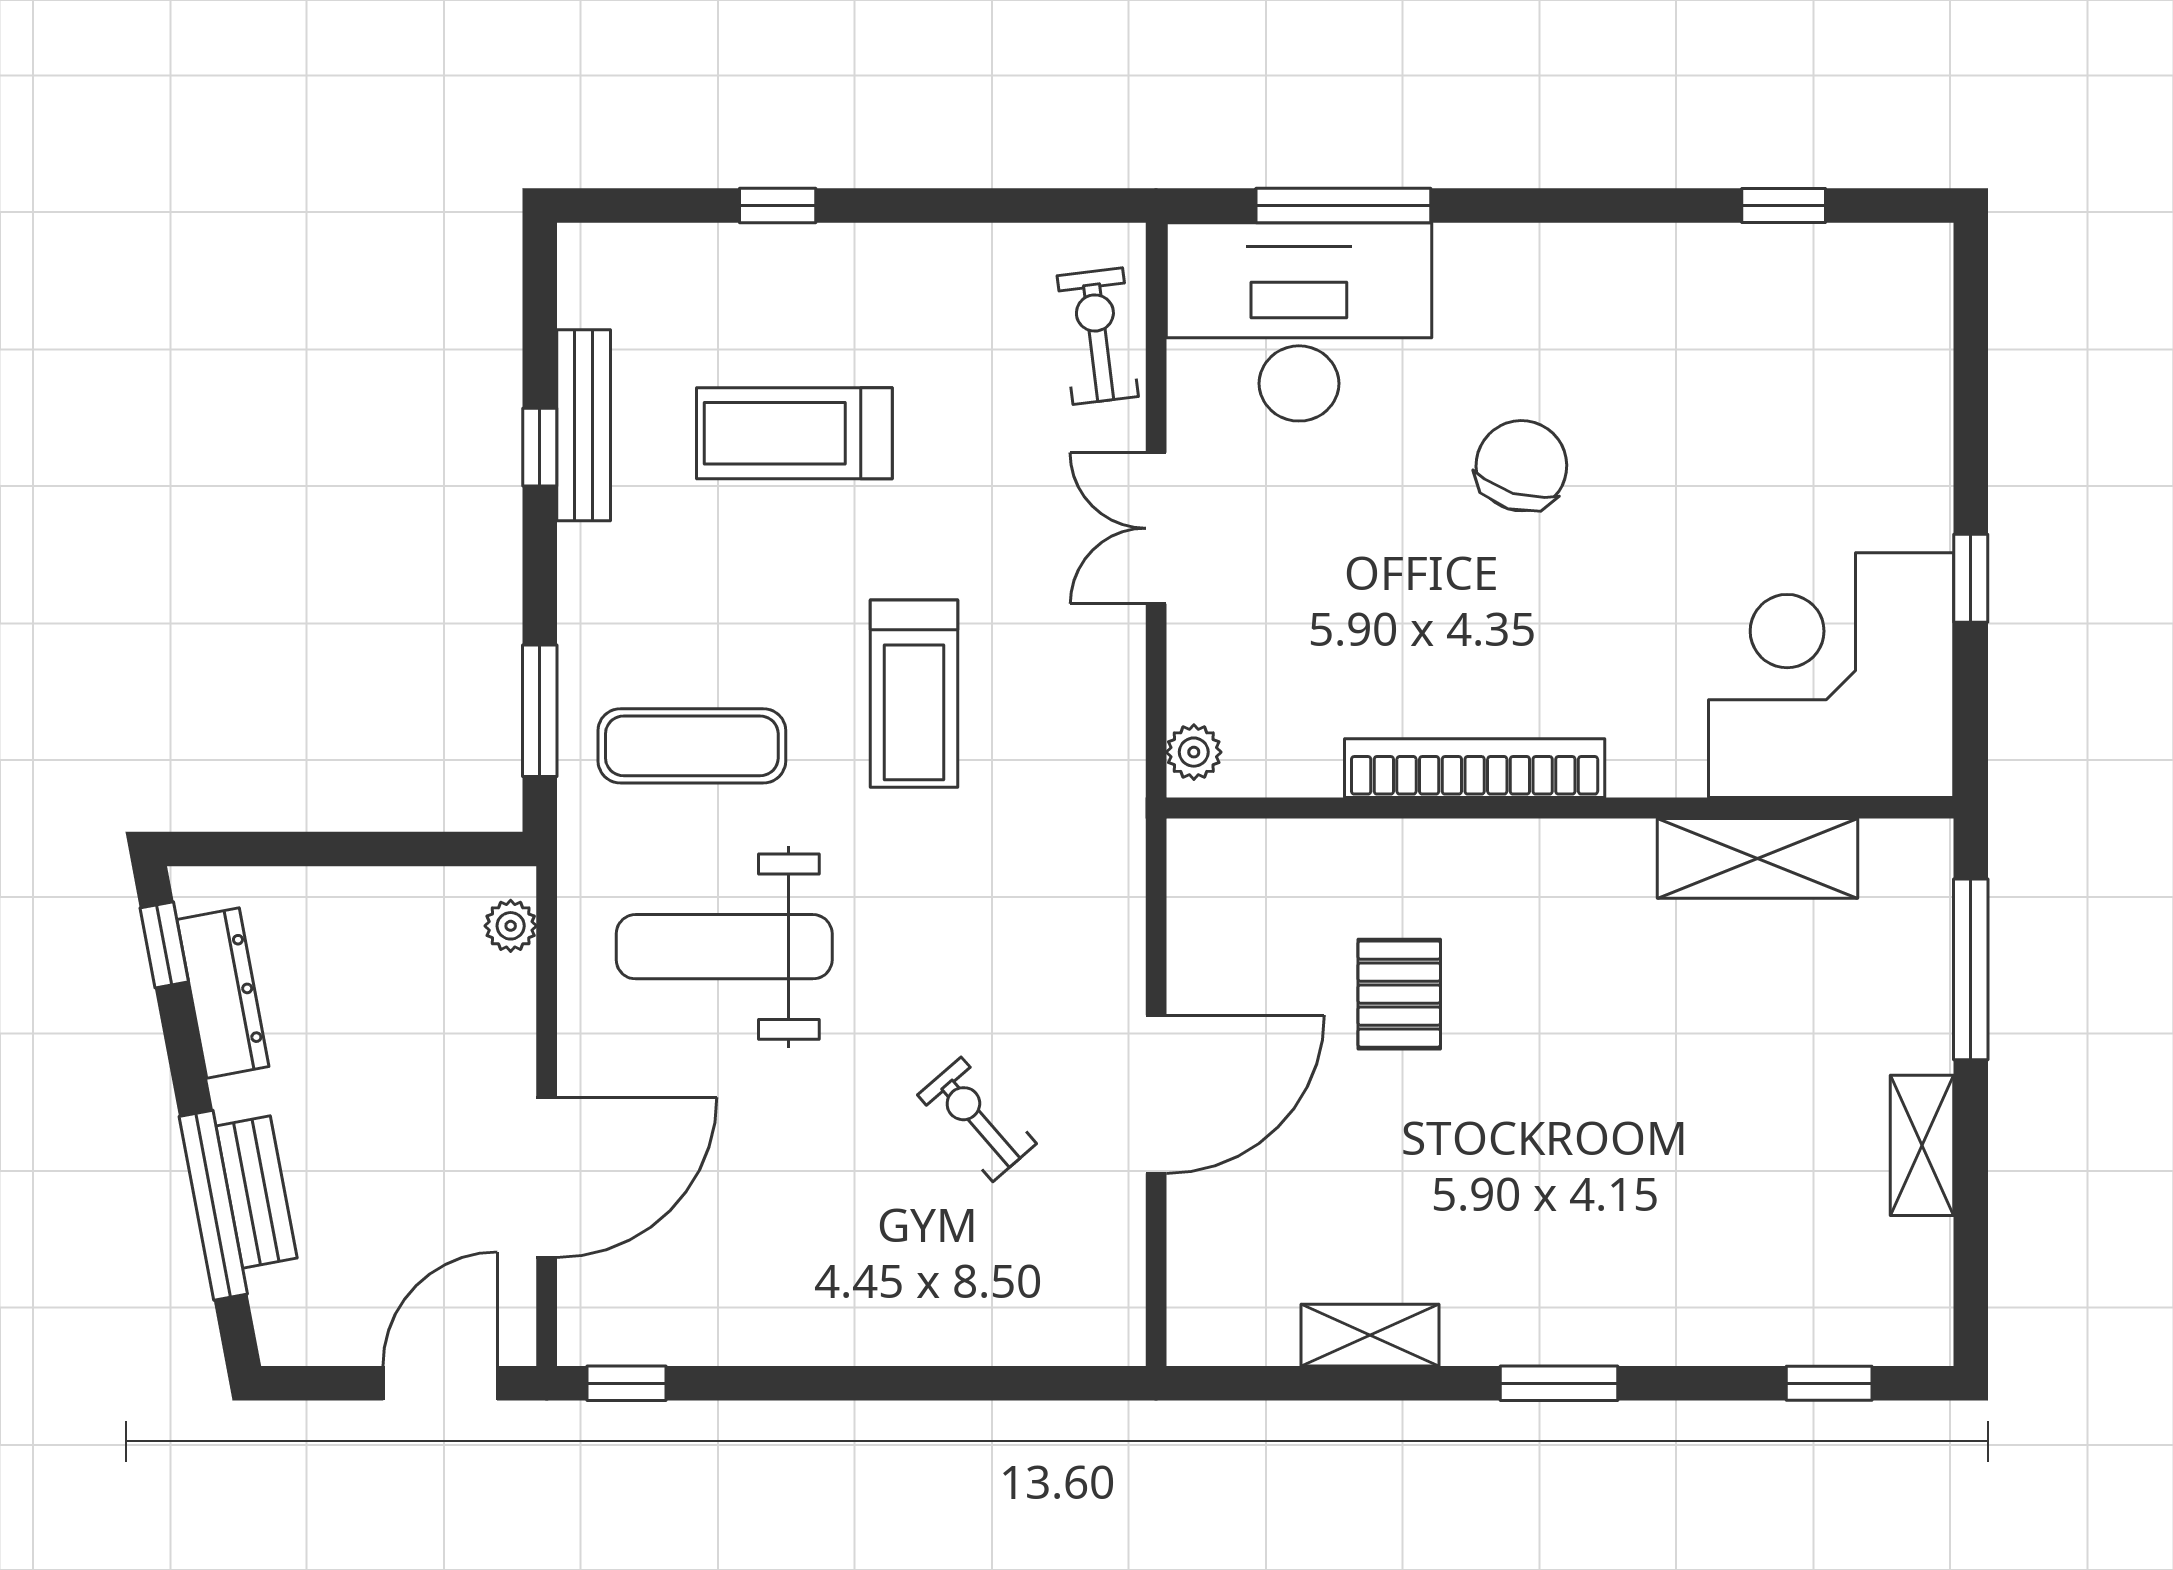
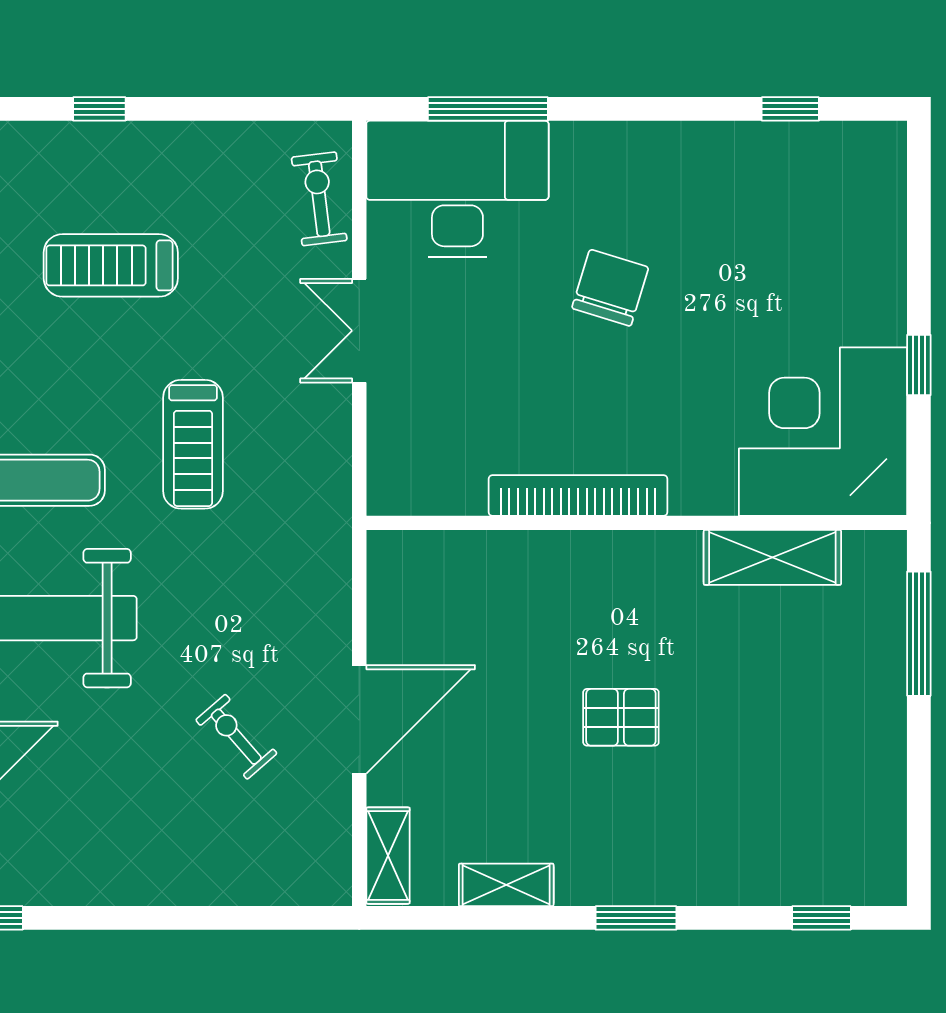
plant: (1194, 752) -> (385, 484), removed
pallet: (1399, 994) -> (621, 717), moved, turned 90
shelving: (1922, 1145) -> (388, 856), moved

